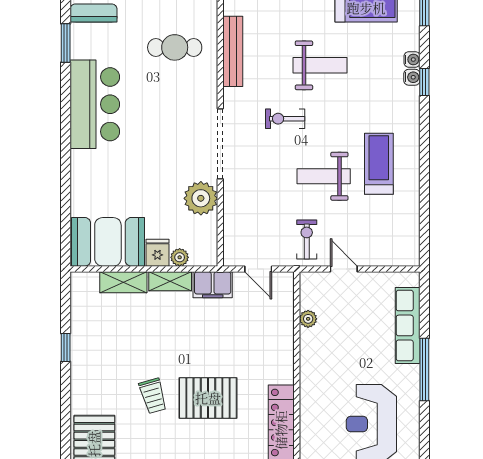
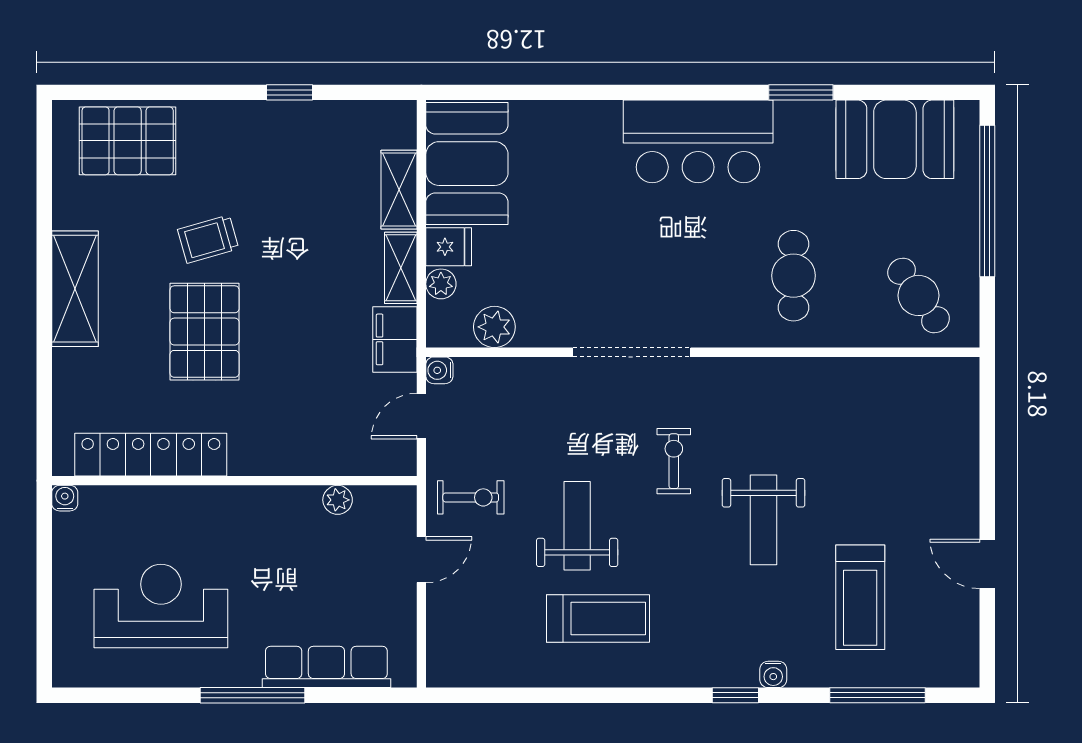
bench: (233, 51) -> (787, 373), removed
water cooler: (412, 77) -> (439, 370), moved, turned 90
plant: (201, 198) -> (494, 327), moved, width x0.73, depth x0.73

